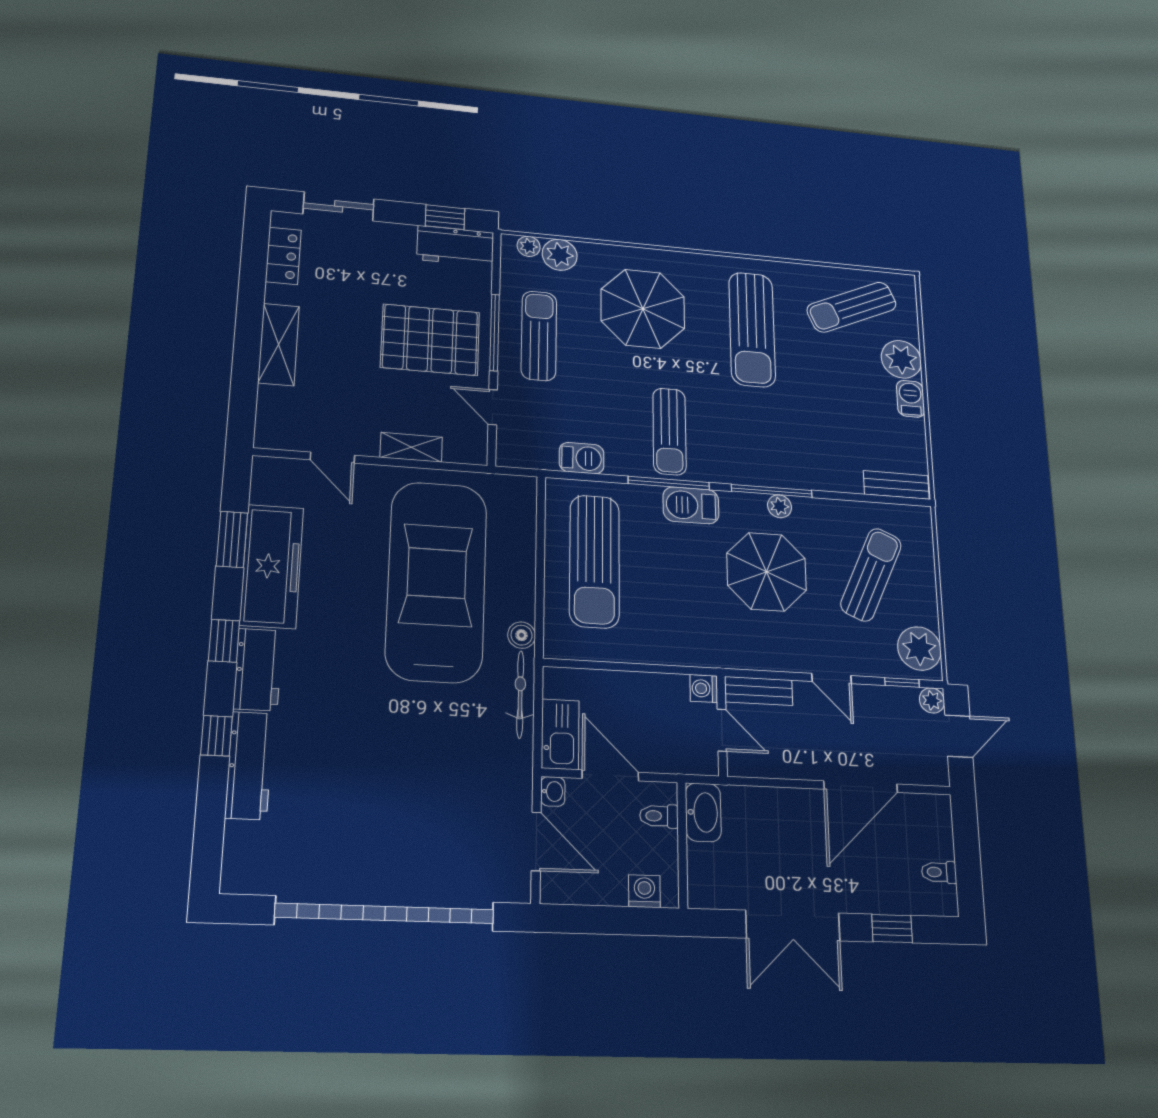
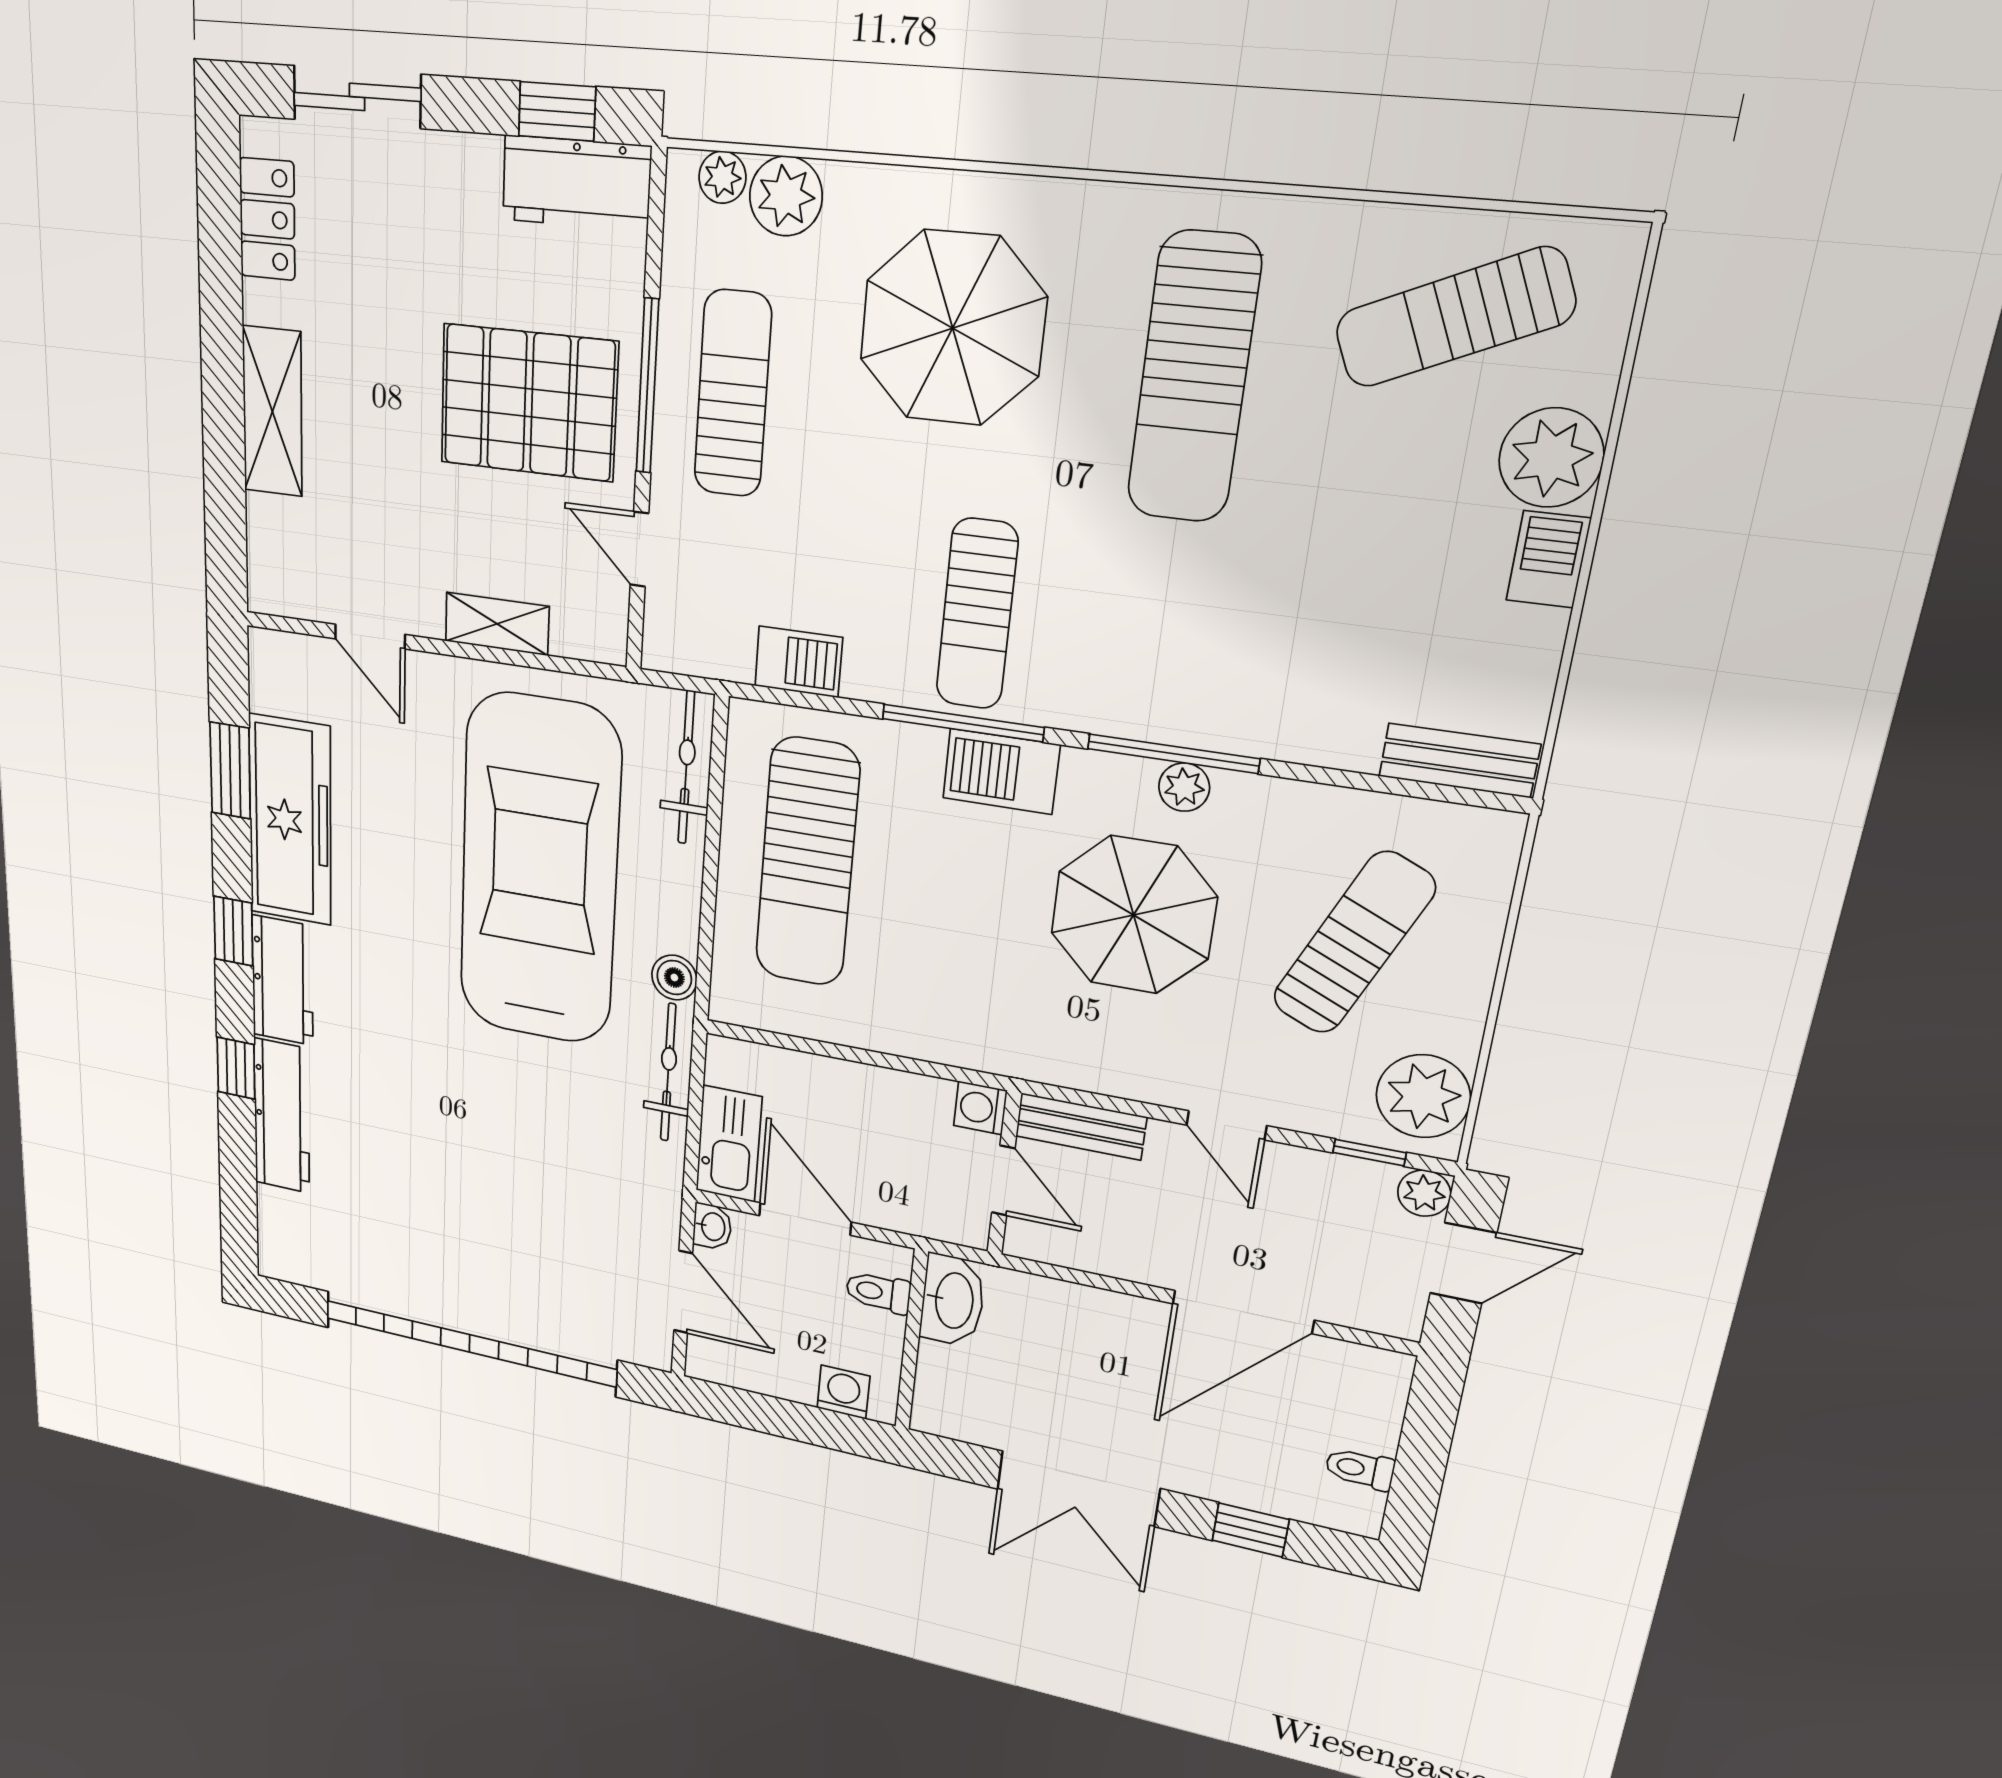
bicycle: (523, 516) -> (686, 768), added

